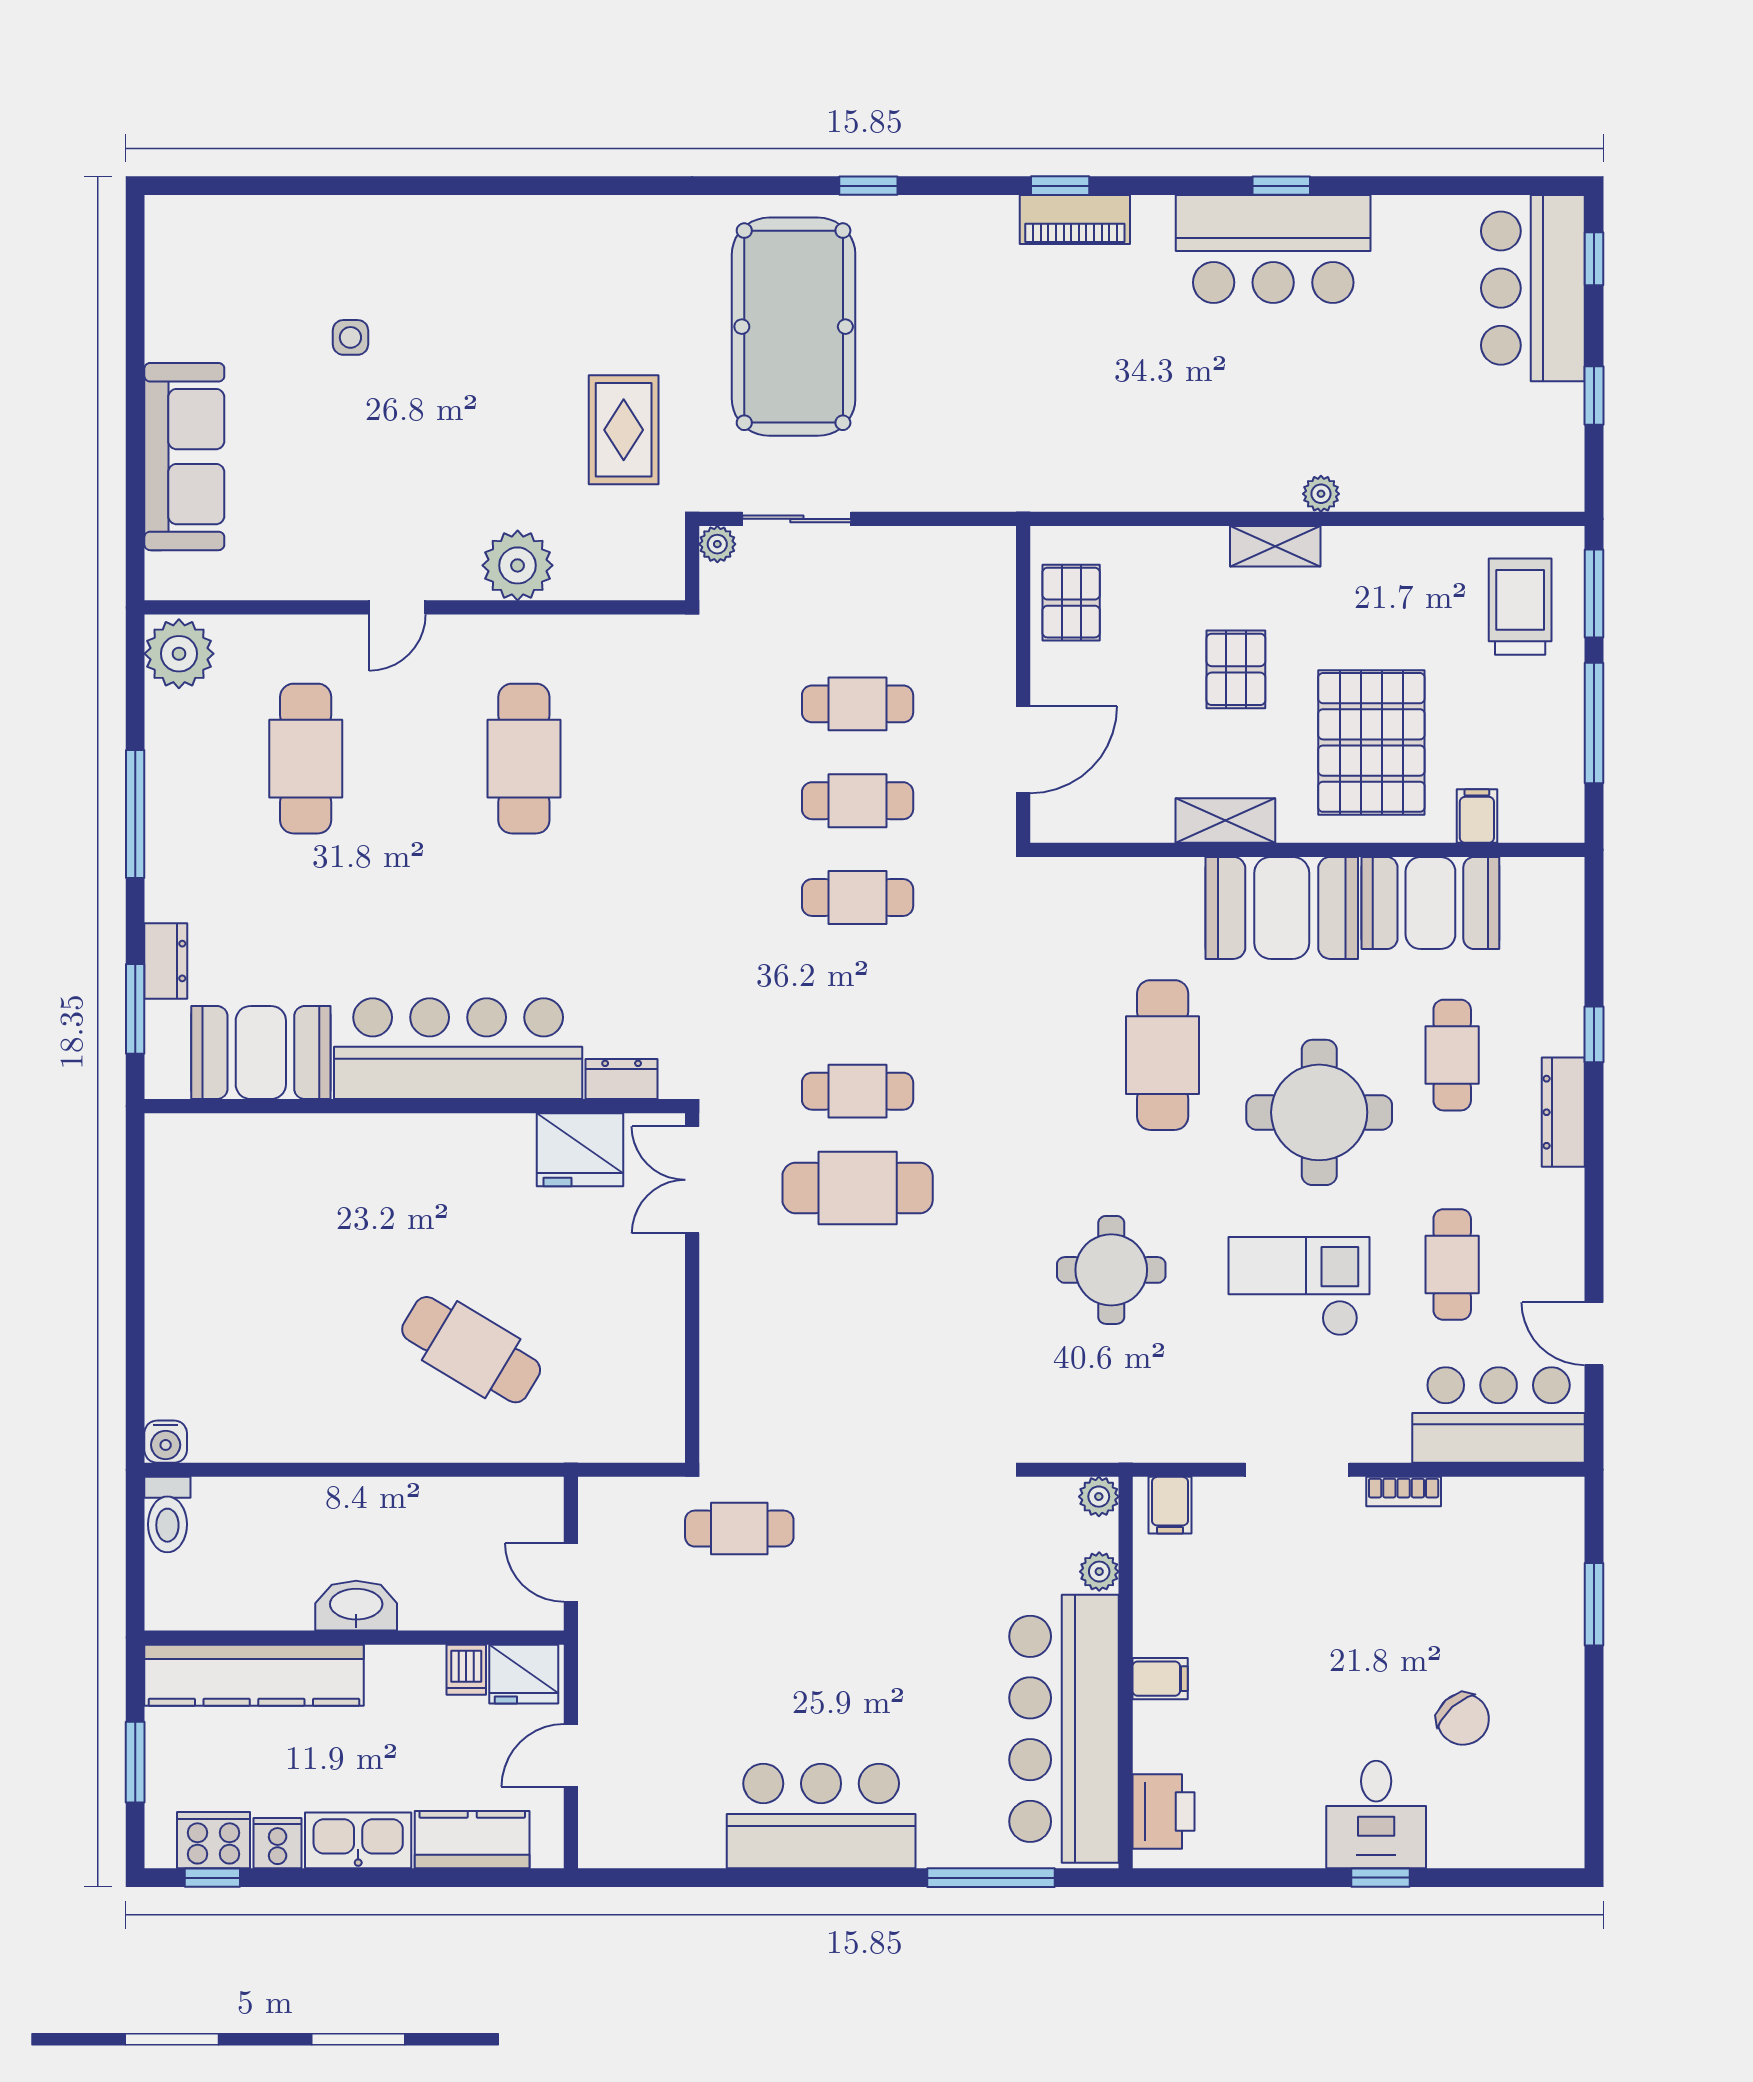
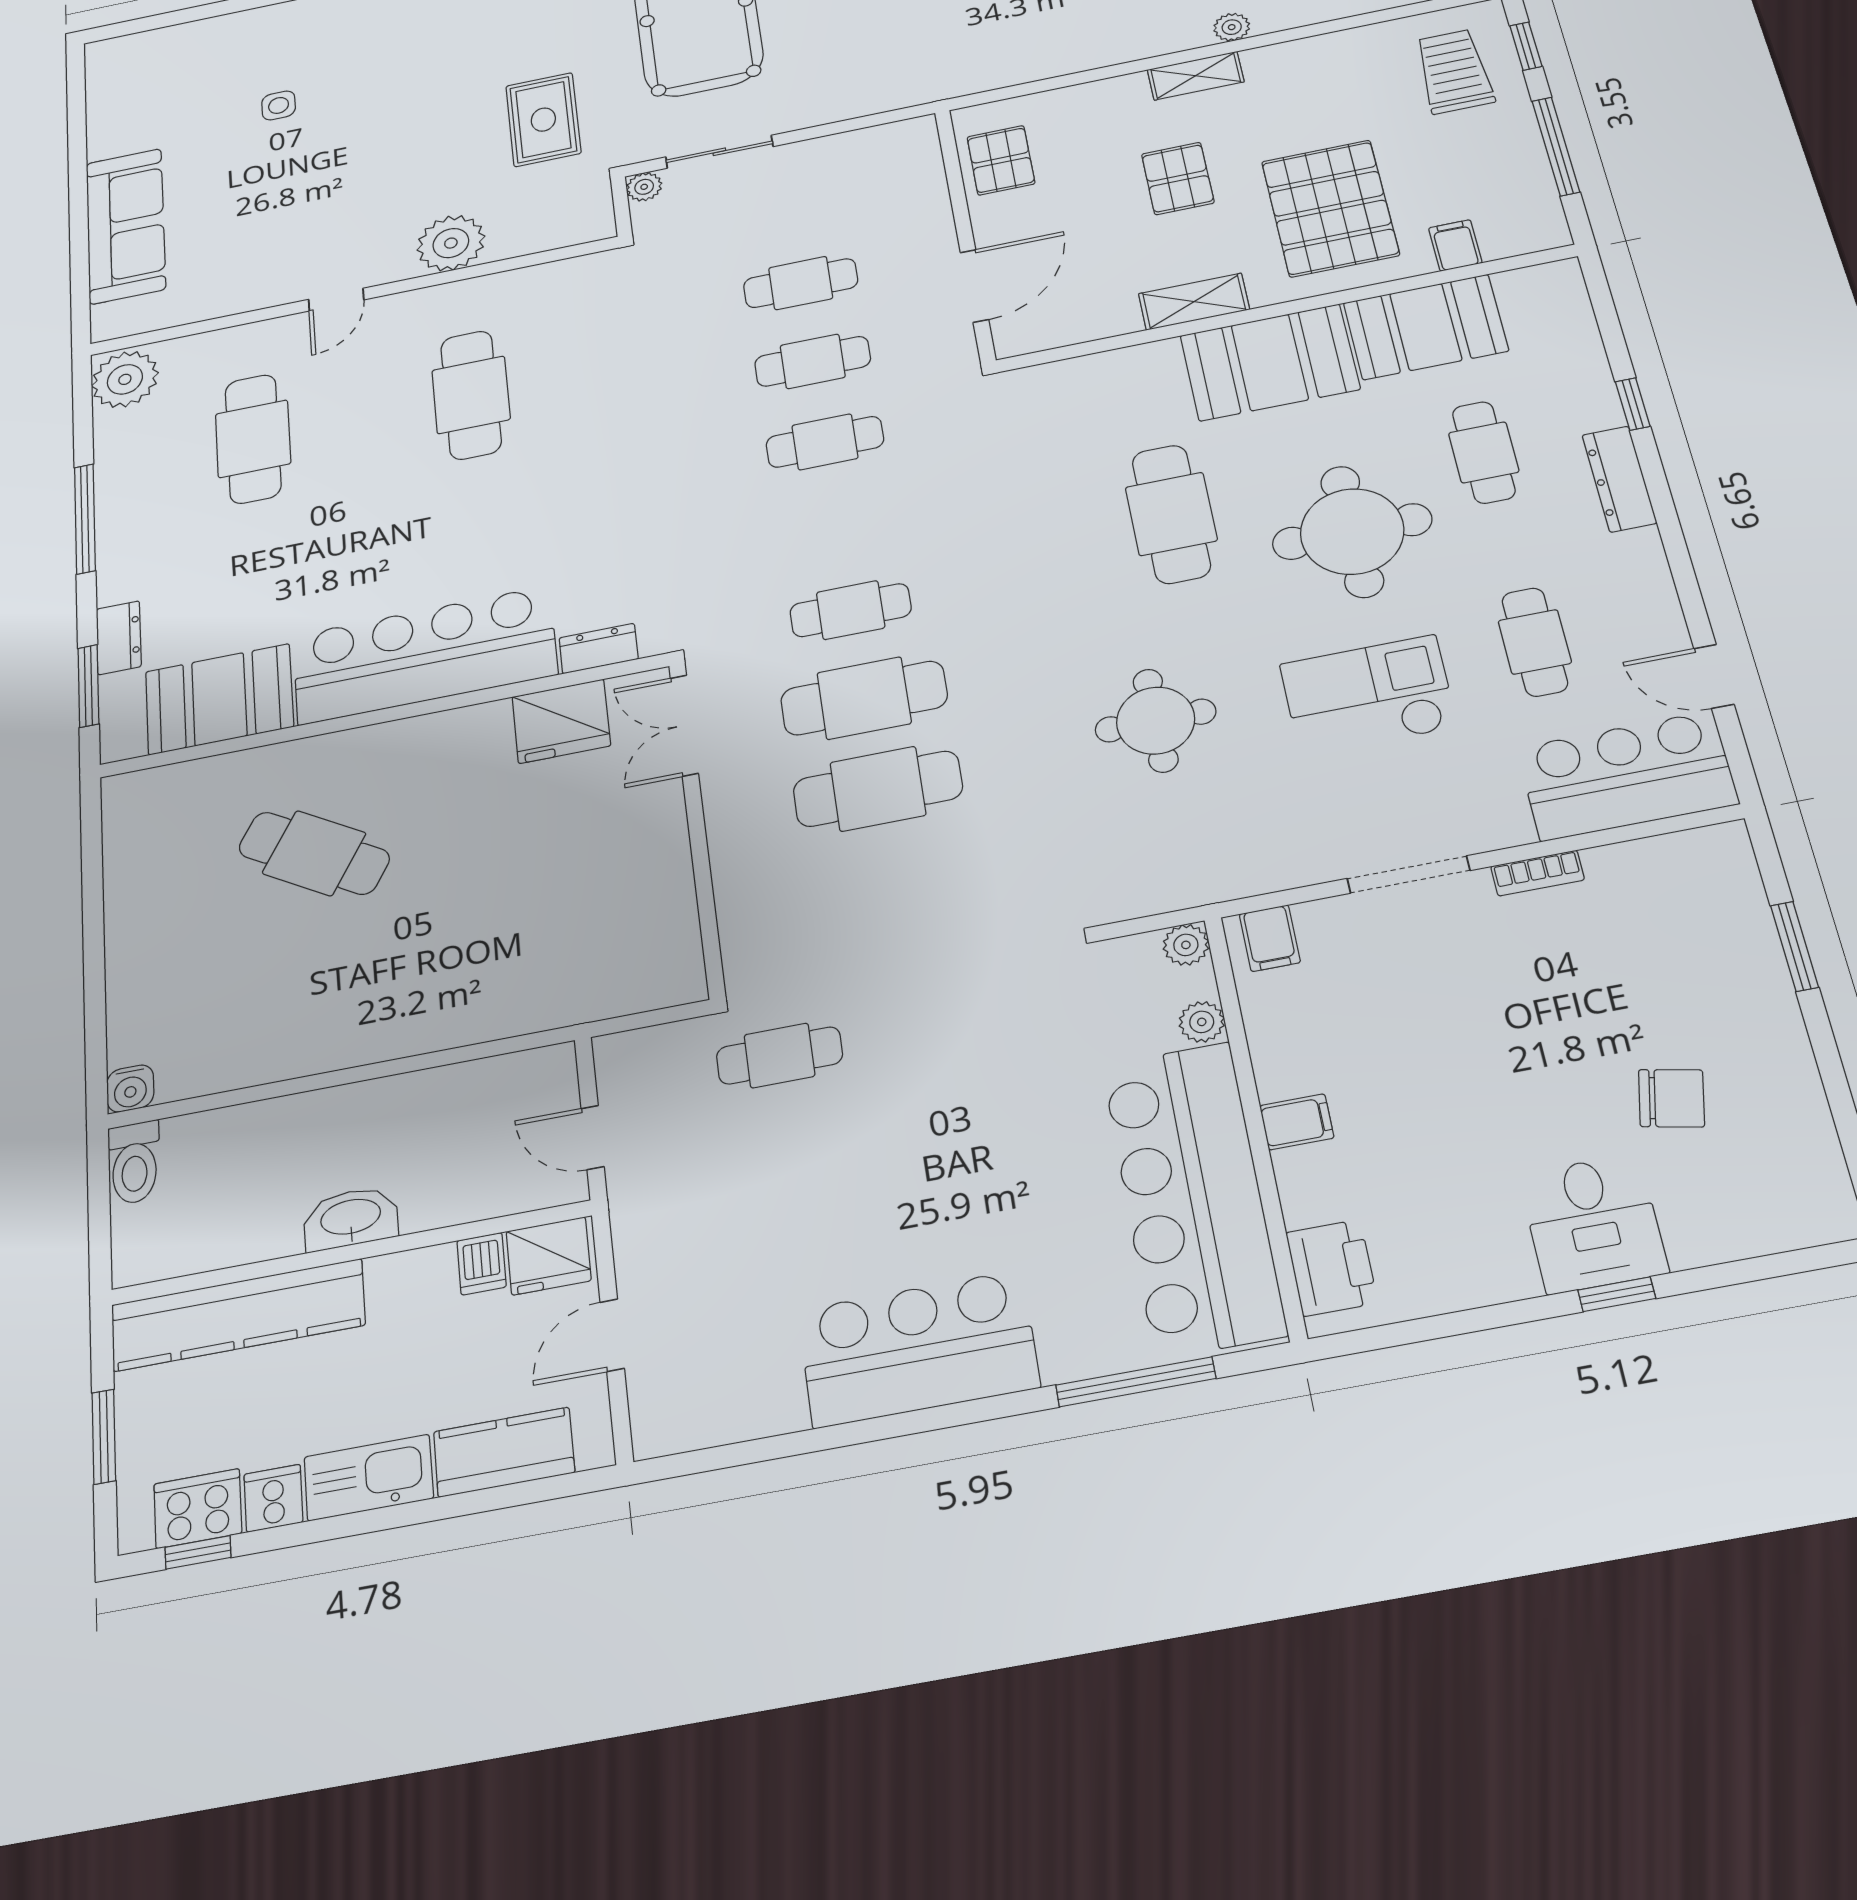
window: (1594, 594) -> (1526, 46), width x0.67
cafe table: (858, 1285) -> (878, 789), added
cafe table: (471, 1350) -> (314, 853), moved
chair: (1463, 1719) -> (1671, 1098), turned -36

